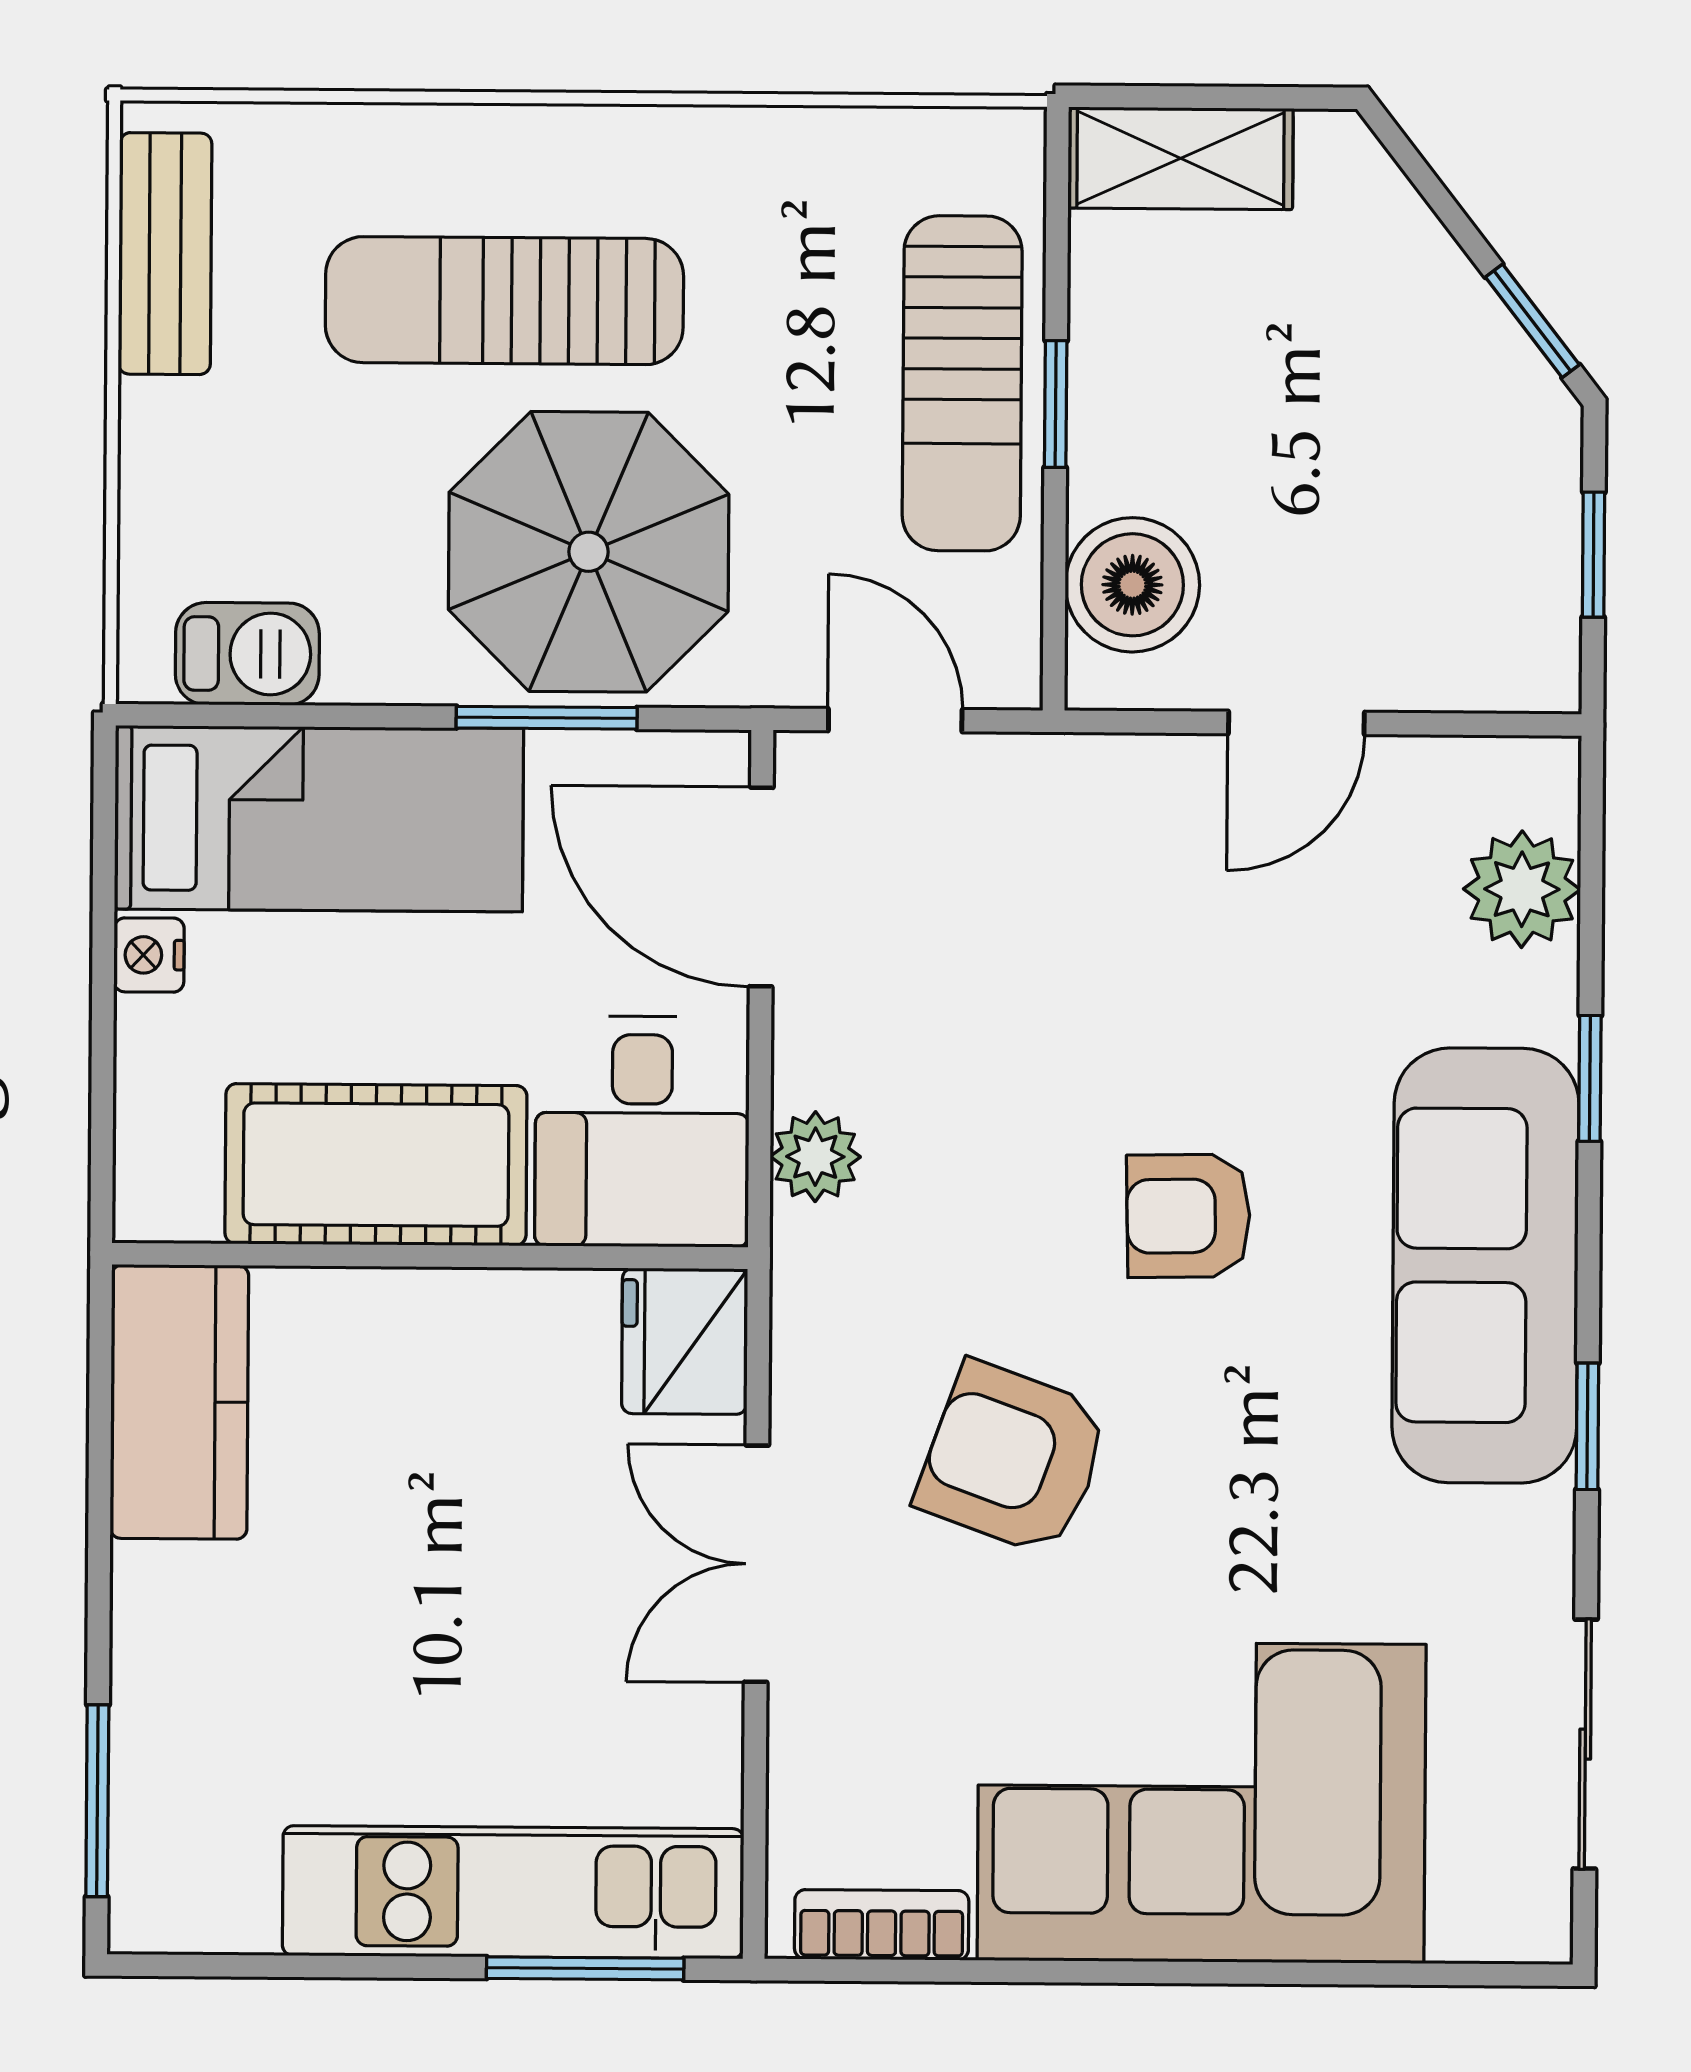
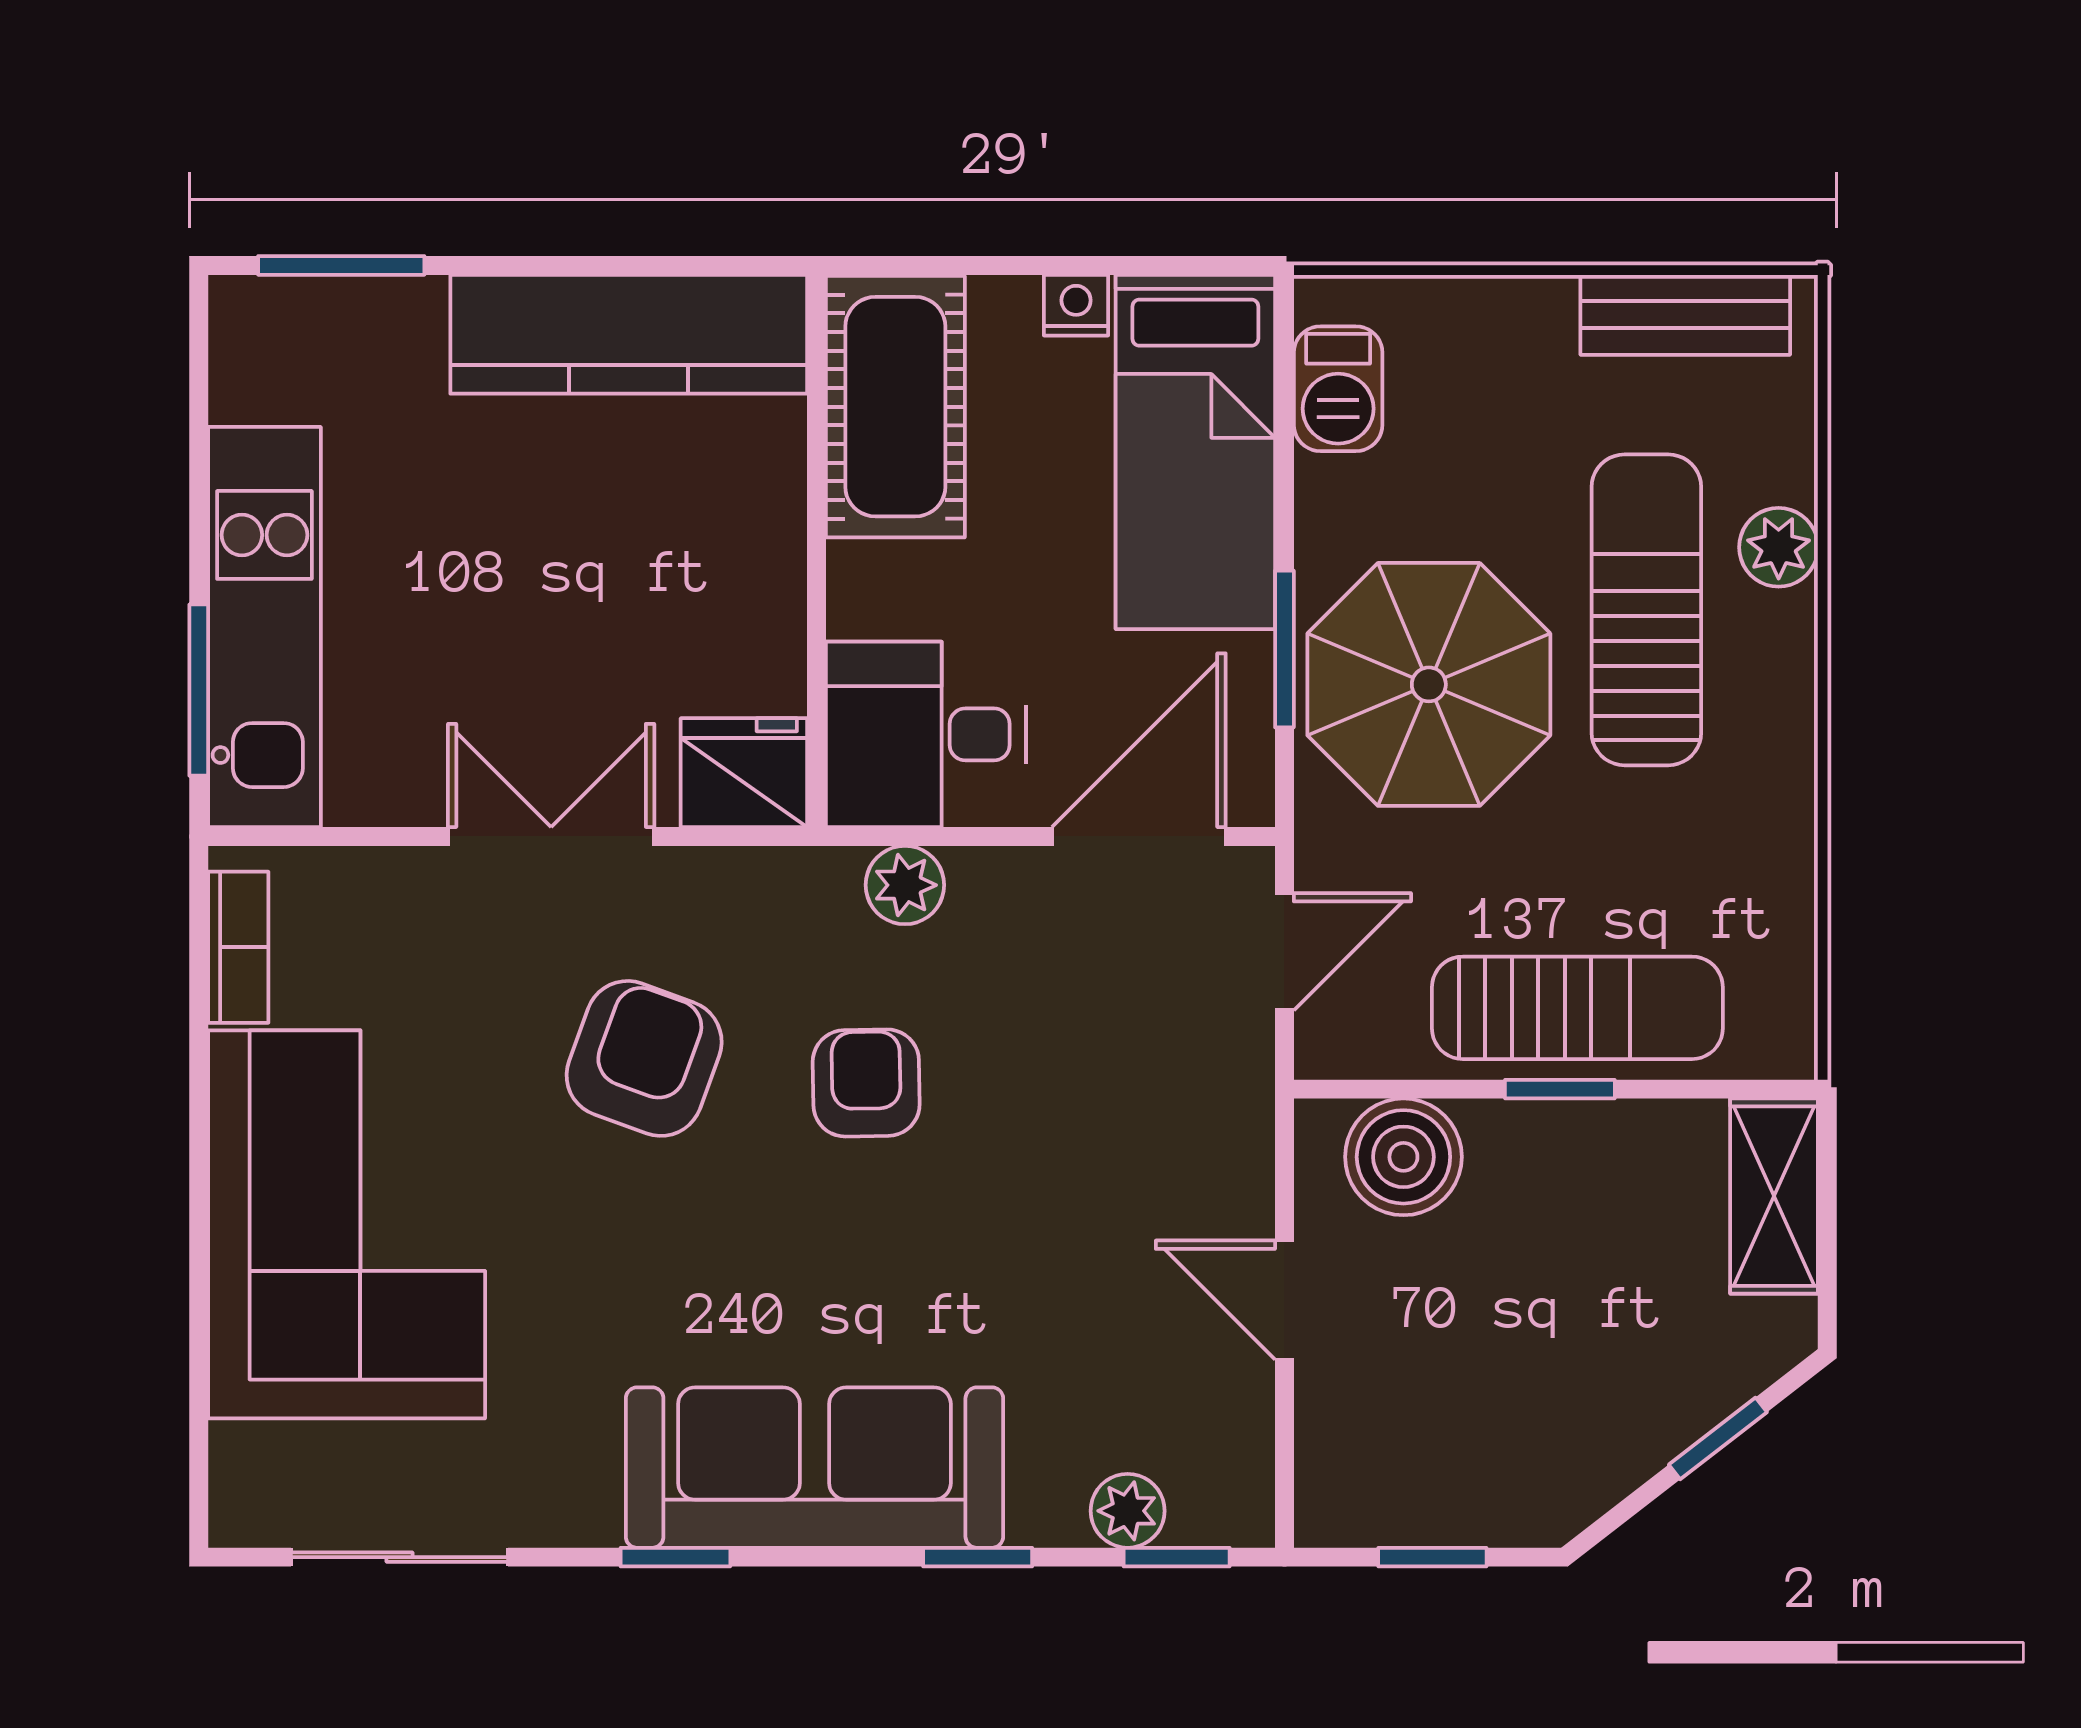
plant: (433, 148) -> (1779, 547), added
window: (1532, 321) -> (1718, 1438), moved
sun lounger: (962, 383) -> (1577, 1008), turned 180
window: (1591, 849) -> (1177, 1557), added
plant: (1522, 889) -> (1128, 1511), width x0.73, depth x0.73
cot: (376, 1165) -> (895, 407), moved
armchair: (1188, 1216) -> (866, 1083), moved
kitchen counter: (179, 1402) -> (629, 334), width x1.50

